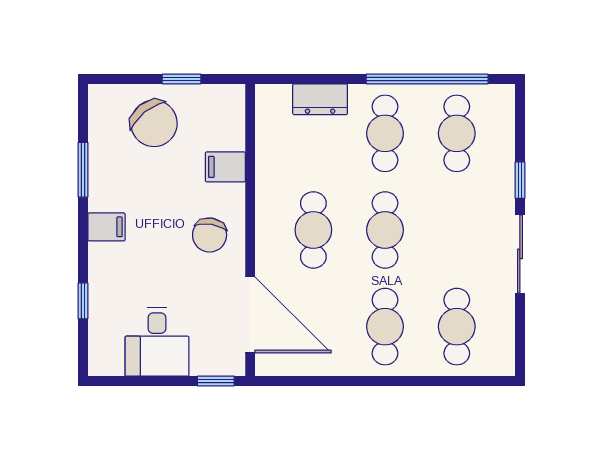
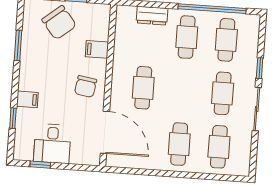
filing cabinet: (106, 227) -> (27, 99), moved
cafe table: (385, 230) -> (223, 93), moved
window: (216, 381) -> (40, 165), moved

